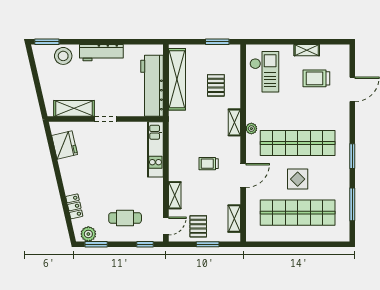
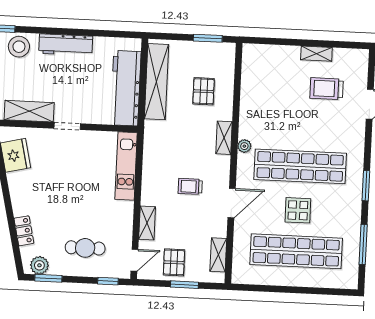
checkout: (264, 72) -> (264, 78), removed

